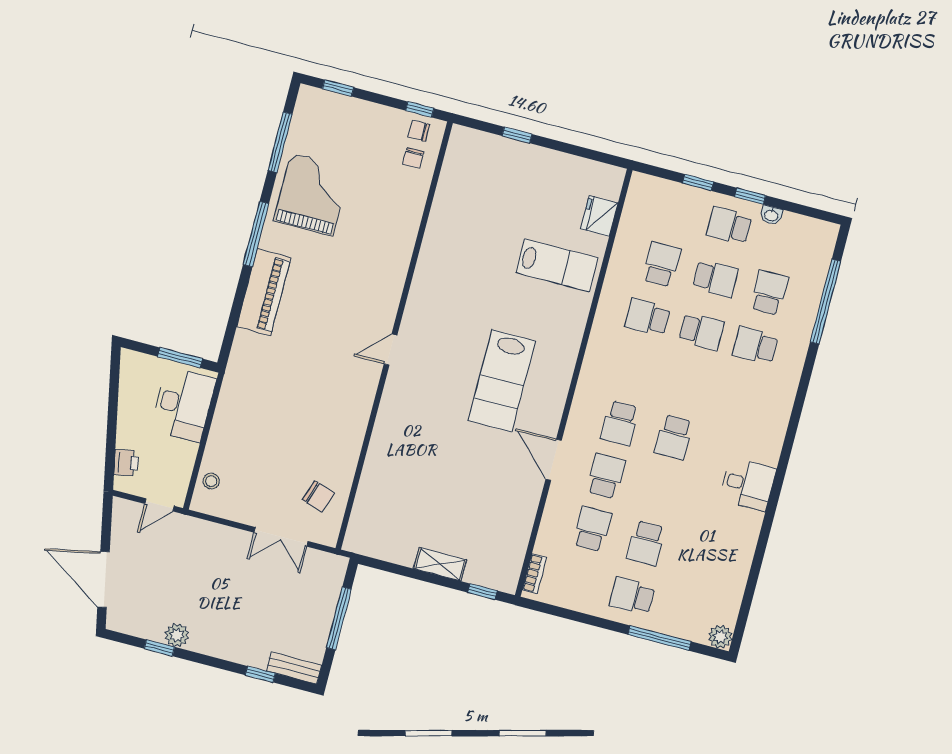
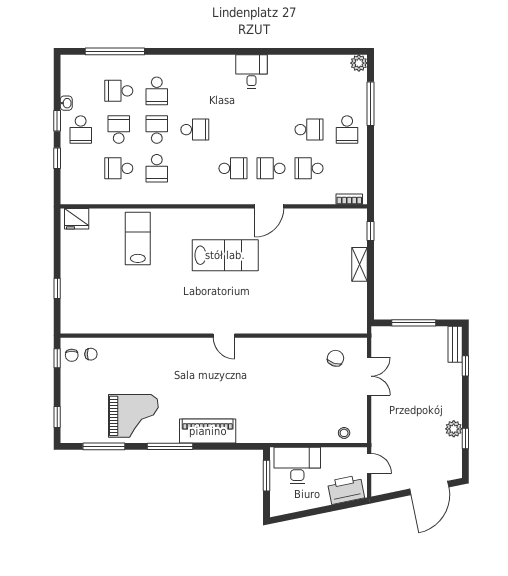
grand piano: (312, 194) -> (133, 416), turned 180
fridge: (599, 216) -> (77, 219), moved
school desk: (674, 437) -> (195, 130), moved
printer: (126, 463) -> (346, 490), width x1.87, depth x1.48

